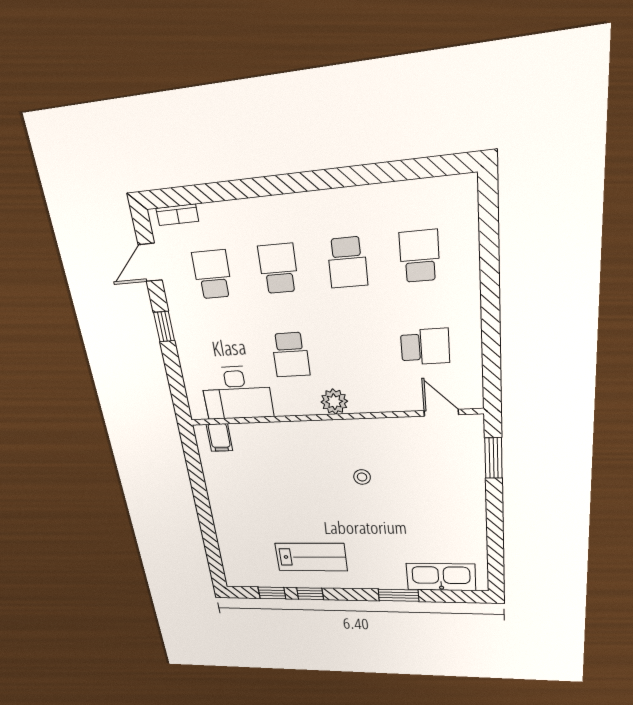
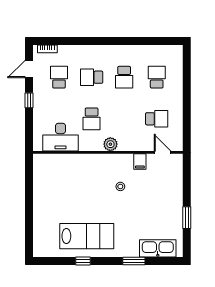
school desk: (278, 269) -> (92, 77), turned -90
filing cabinet: (219, 437) -> (140, 161), moved
window: (493, 458) -> (187, 218), moved
lab bench: (311, 557) -> (87, 236), width x1.36, depth x1.39
window: (272, 593) -> (60, 261), removed

